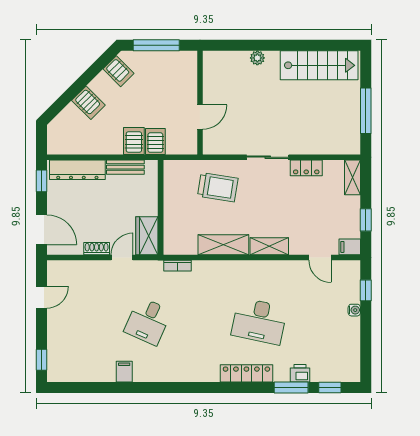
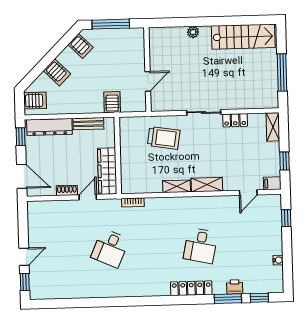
server rack: (134, 141) -> (35, 101), moved, turned 90
wardrobe: (147, 236) -> (107, 171), width x1.50
shelving: (223, 245) -> (177, 186), width x0.67, depth x0.75
door: (320, 258) -> (248, 193), hinge flipped
door: (41, 297) -> (24, 257), moved
water cooler: (354, 310) -> (278, 260), moved
desk: (259, 321) -> (201, 246), width x0.73
filing cabinet: (124, 372) -> (92, 290), removed

